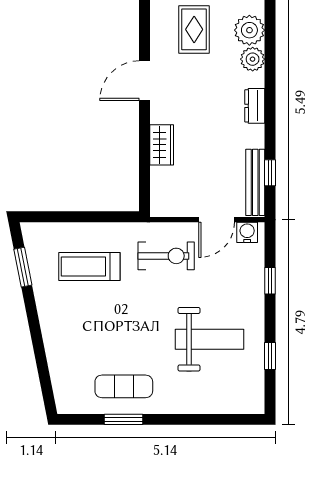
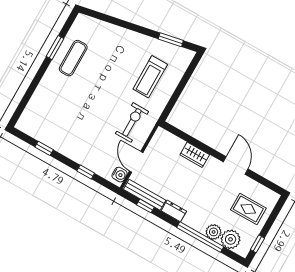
window: (270, 73) -> (200, 237), added
dresser: (255, 106) -> (174, 211), moved
exercise bike: (166, 256) -> (132, 122), turned 180
treadmill: (89, 267) -> (150, 77), turned 180
weight bench: (209, 339) -> (72, 120), removed

